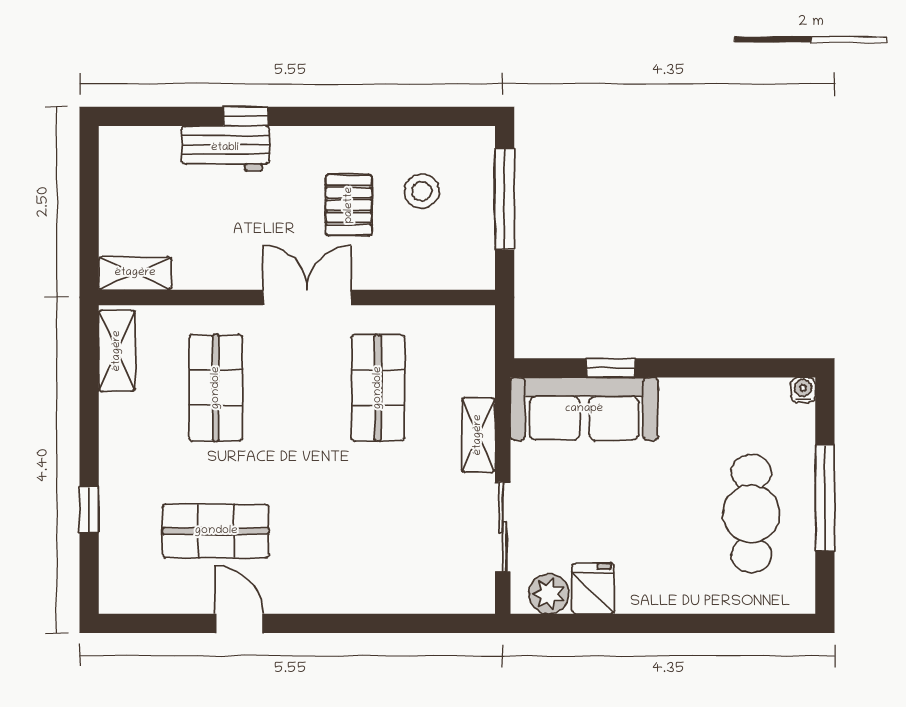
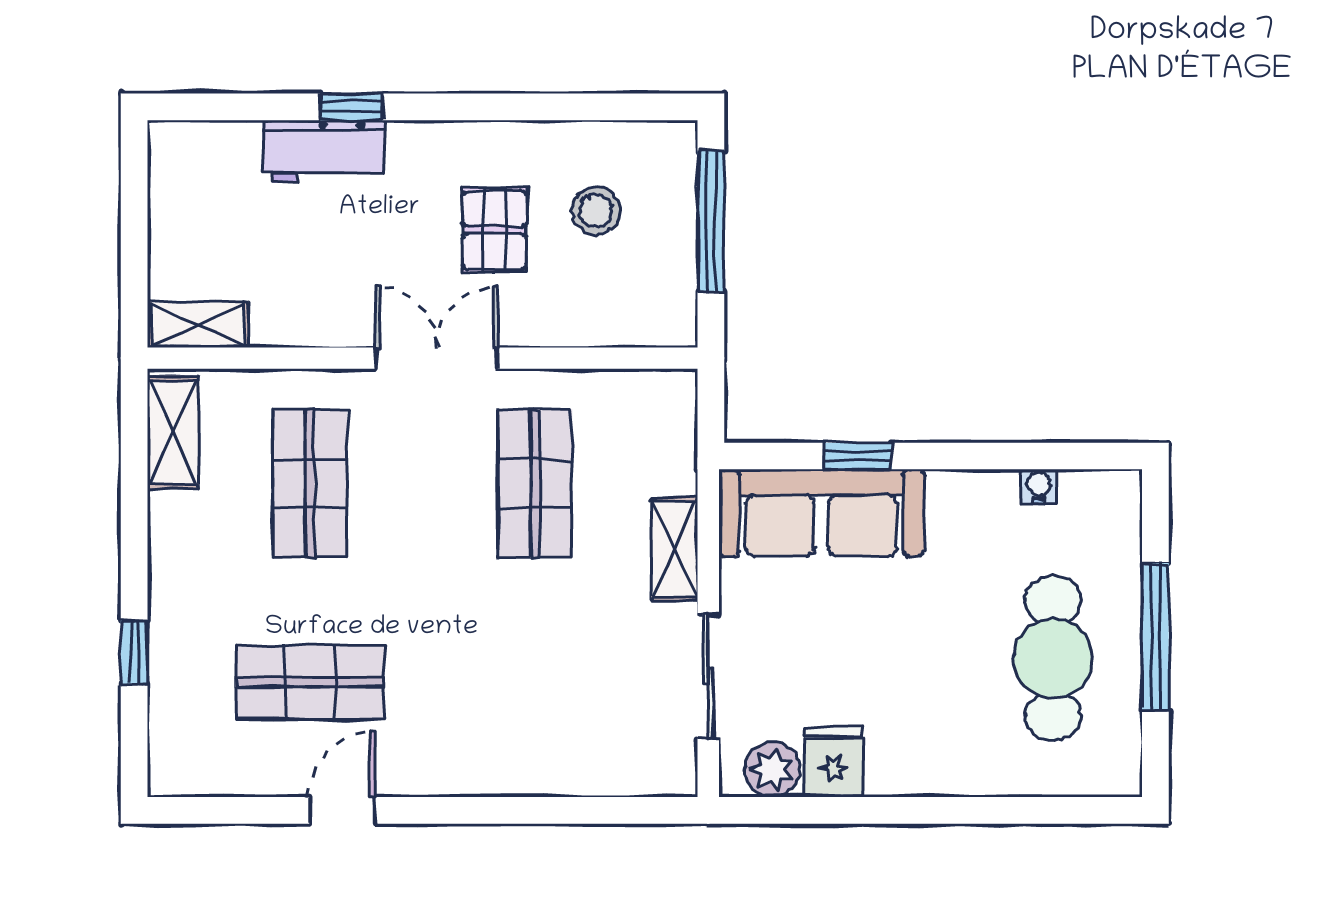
water cooler: (803, 390) -> (1039, 486), moved
door: (239, 623) -> (342, 810), hinge flipped

